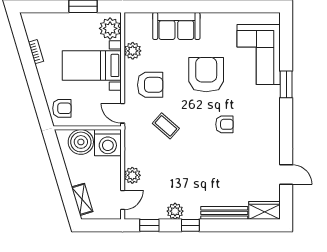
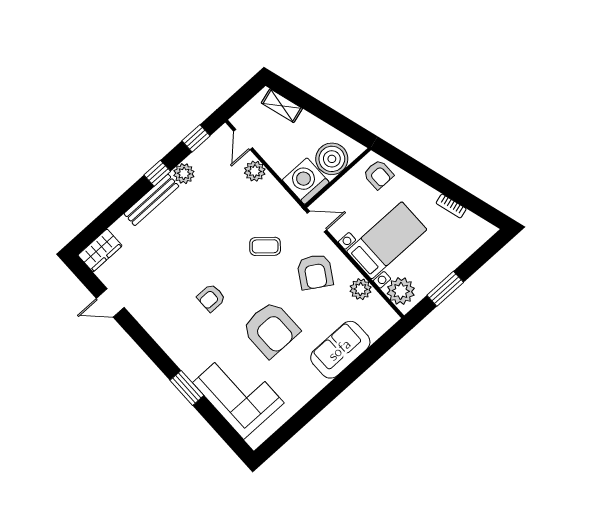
armchair: (150, 85) -> (315, 272), turned -58
armchair: (62, 108) -> (378, 175), turned -90
bench: (224, 213) -> (151, 200), moved

